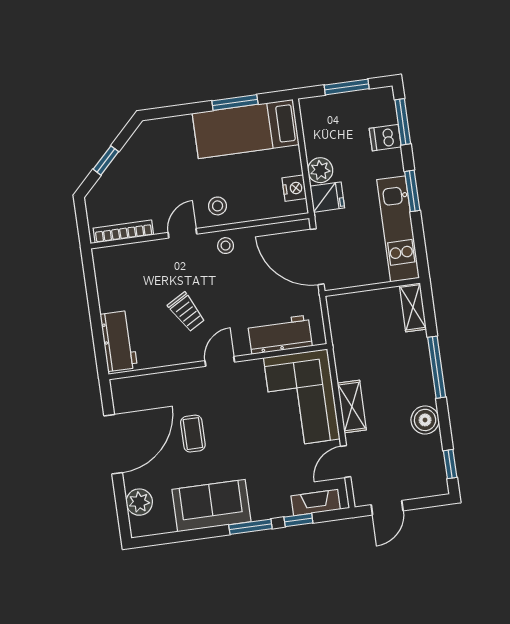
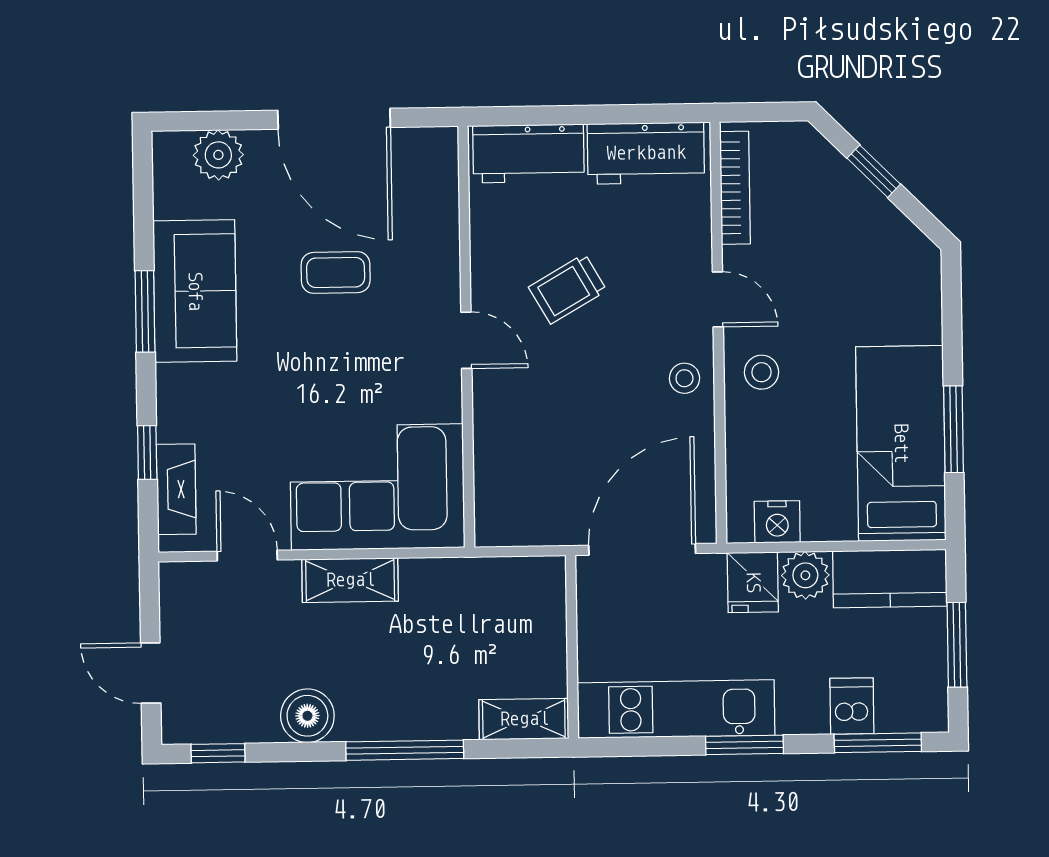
kitchen counter: (317, 126) -> (890, 579), added
workbench: (280, 335) -> (646, 153), moved, turned 90
door: (387, 508) -> (151, 673), moved
window: (250, 527) -> (145, 311), moved

